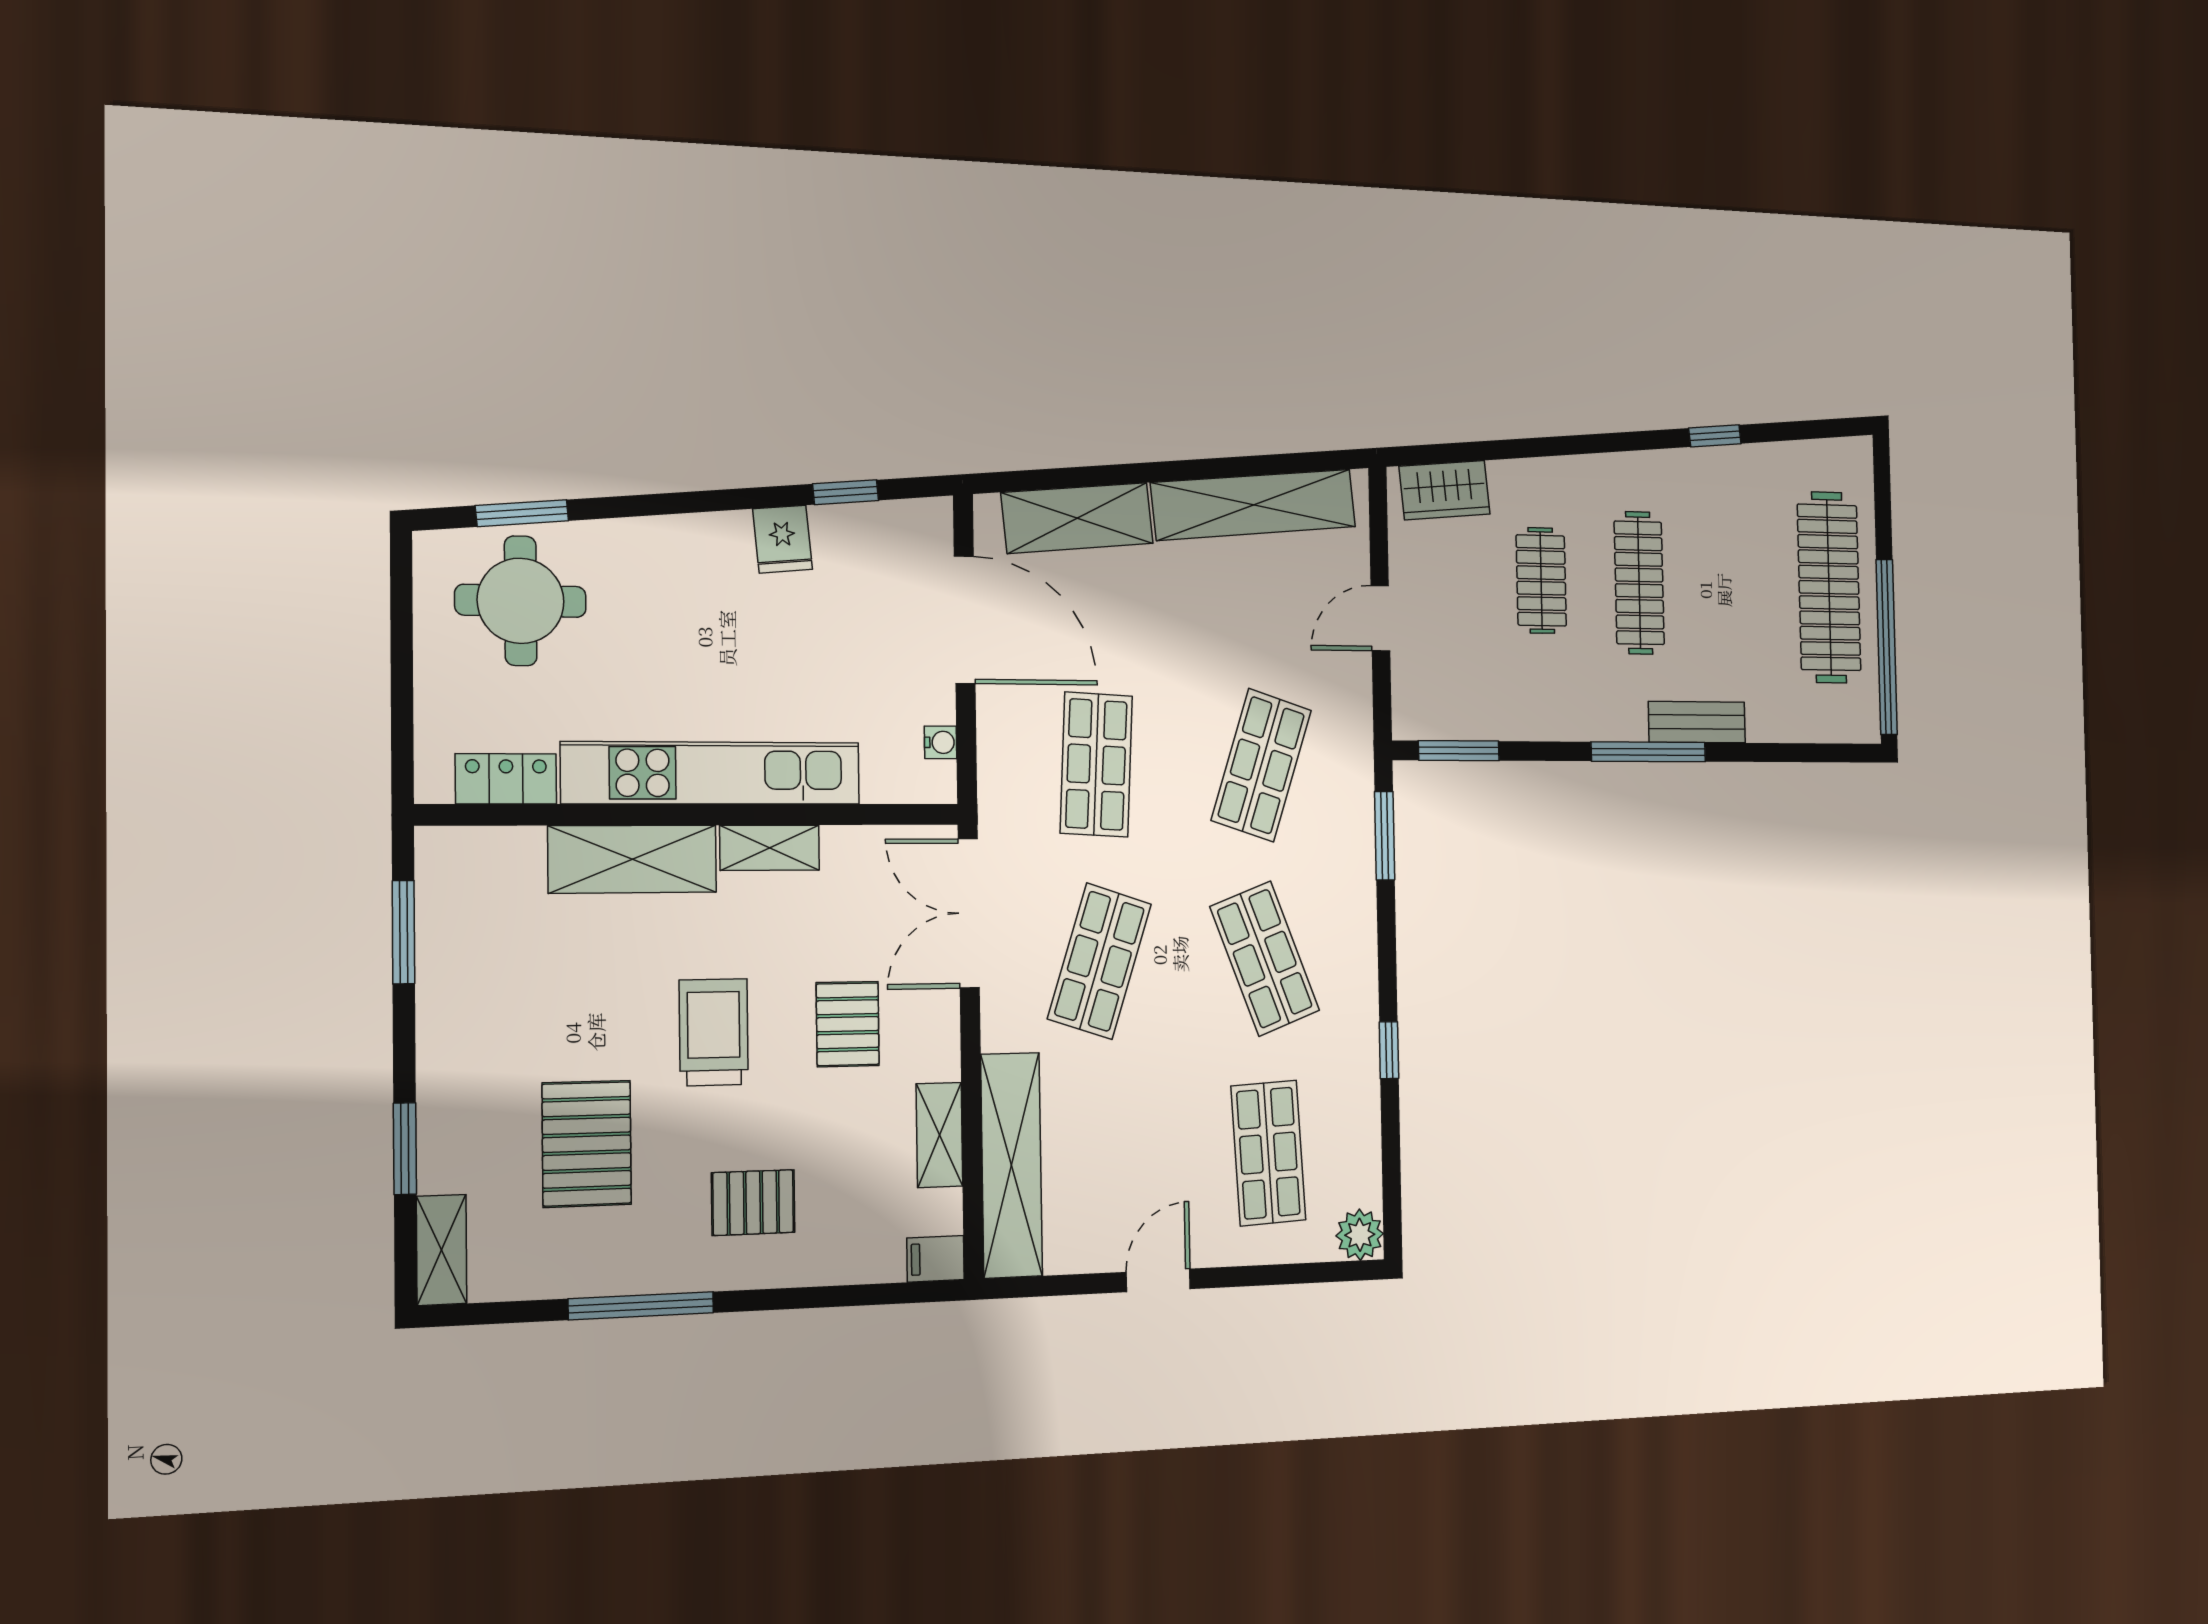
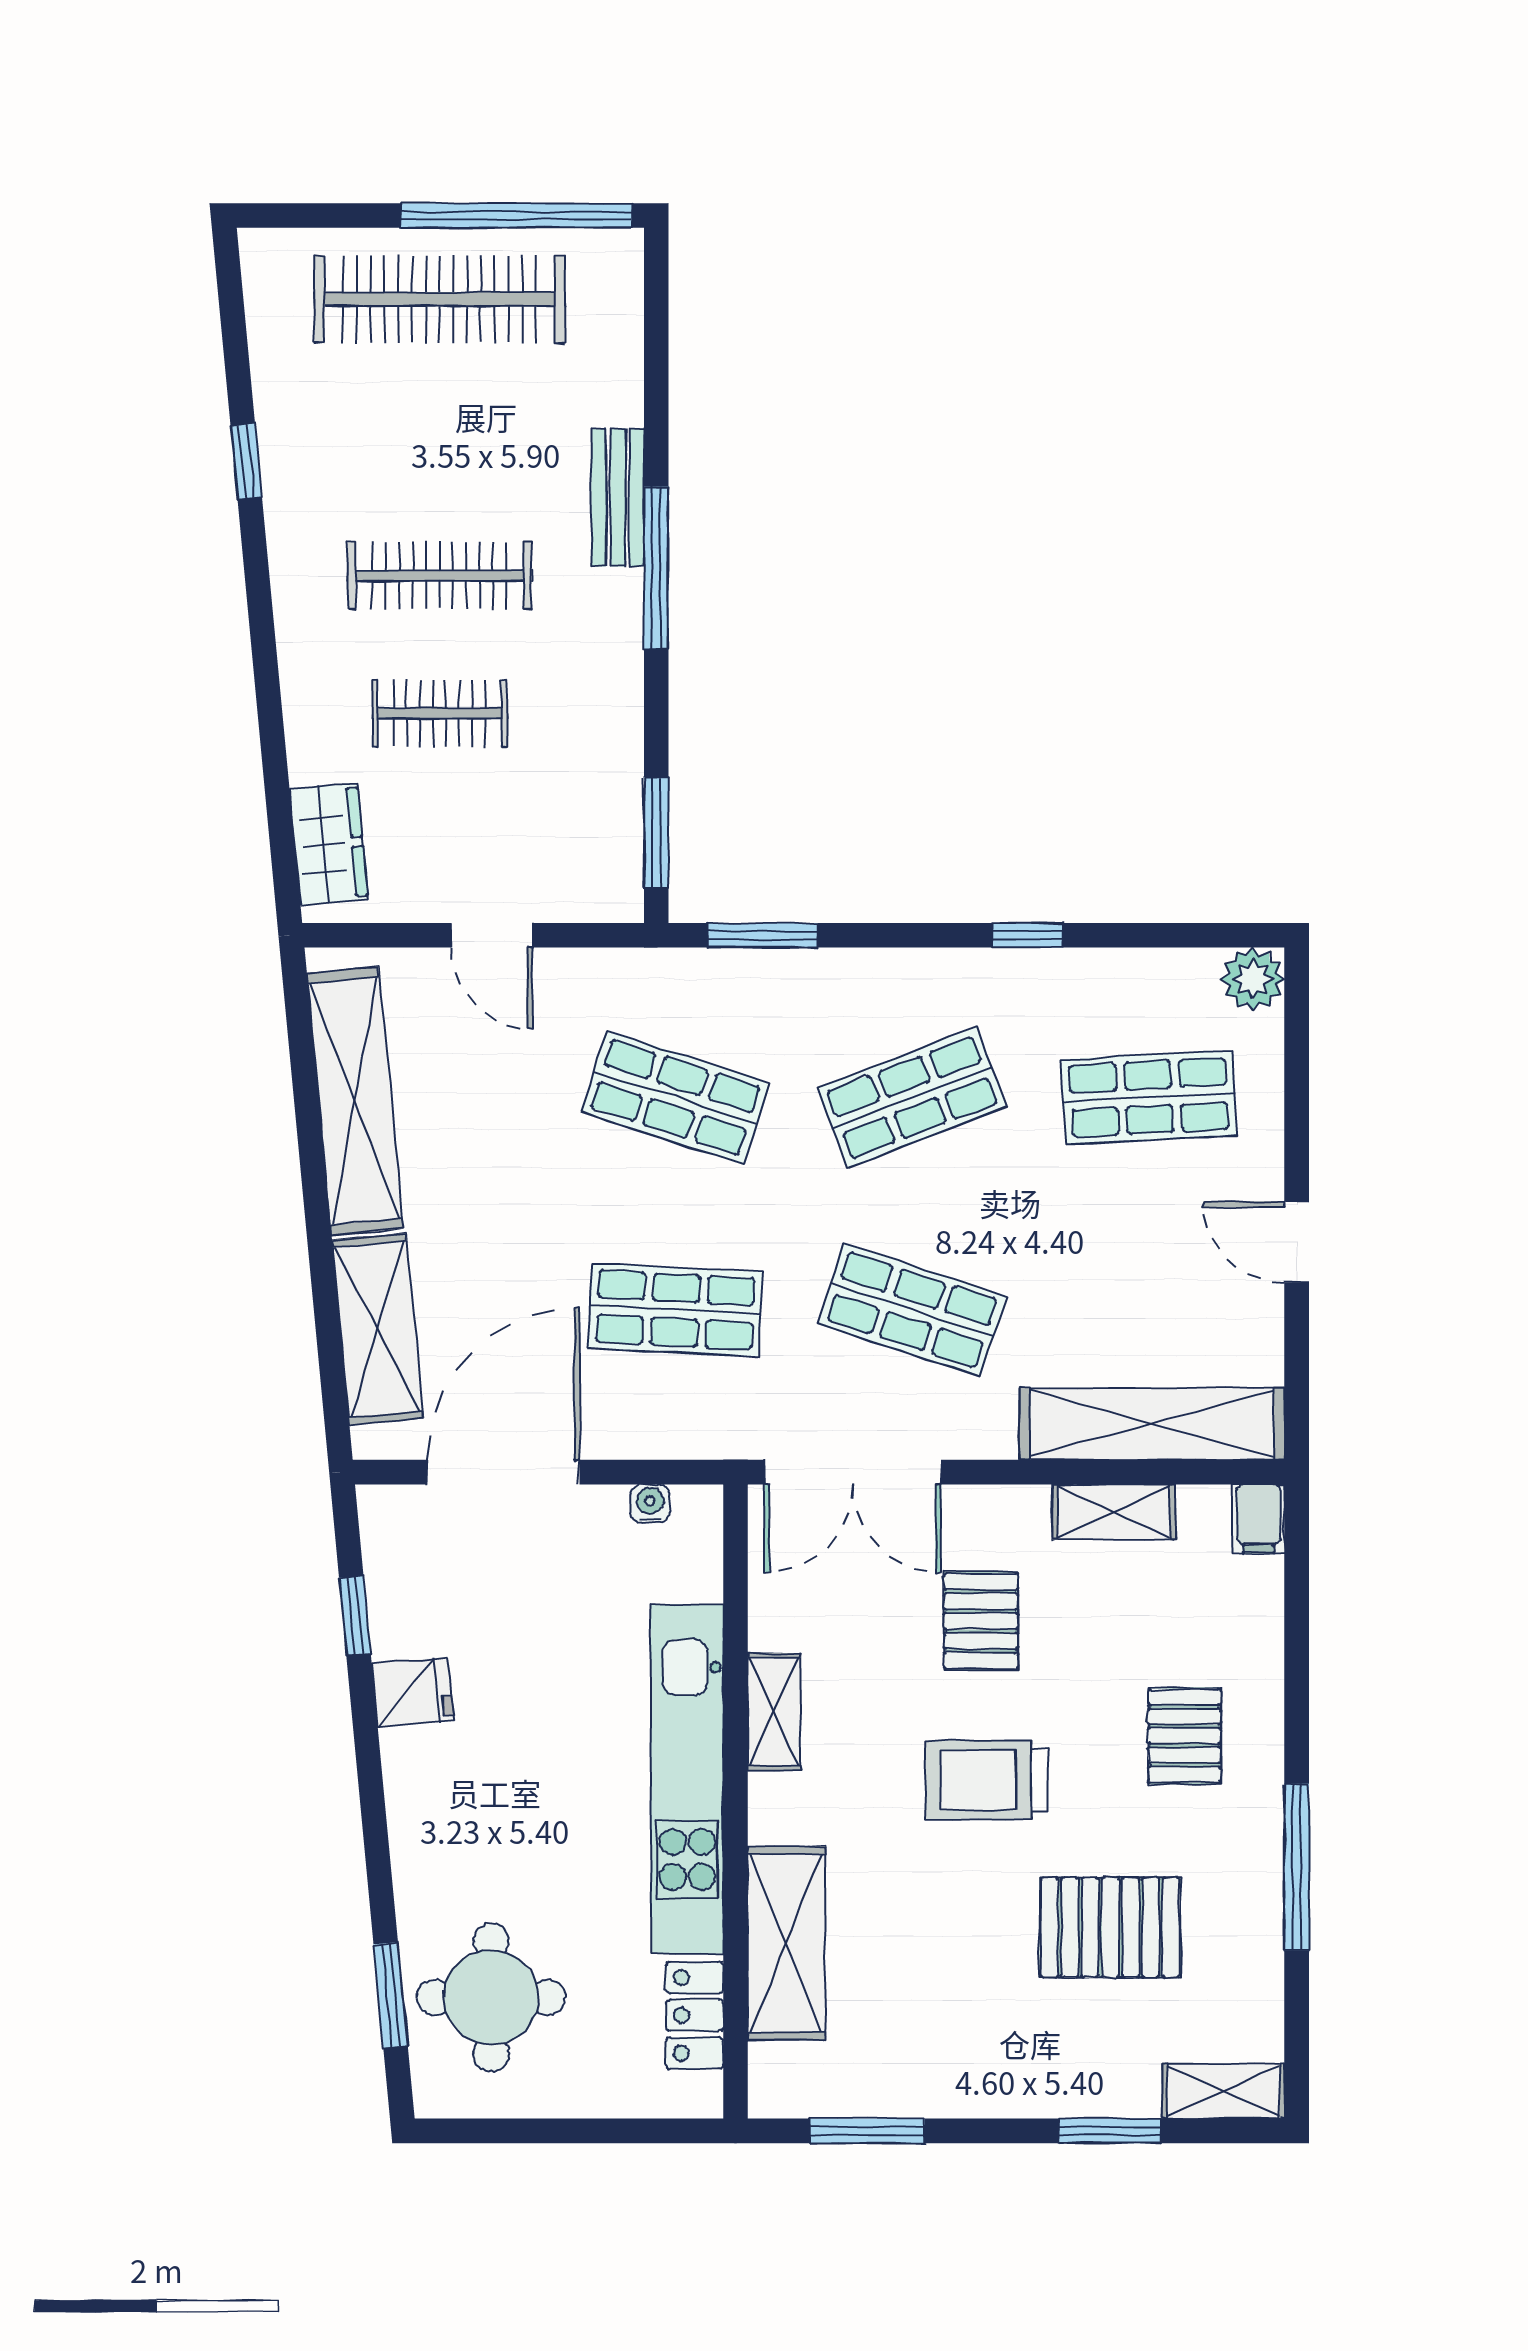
shelving: (633, 859) -> (786, 1943), moved
pallet: (848, 1024) -> (981, 1621), turned 90

